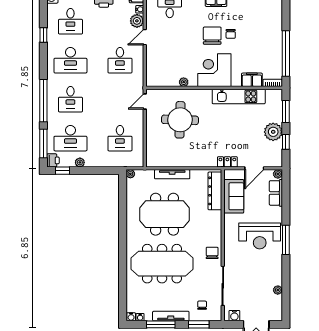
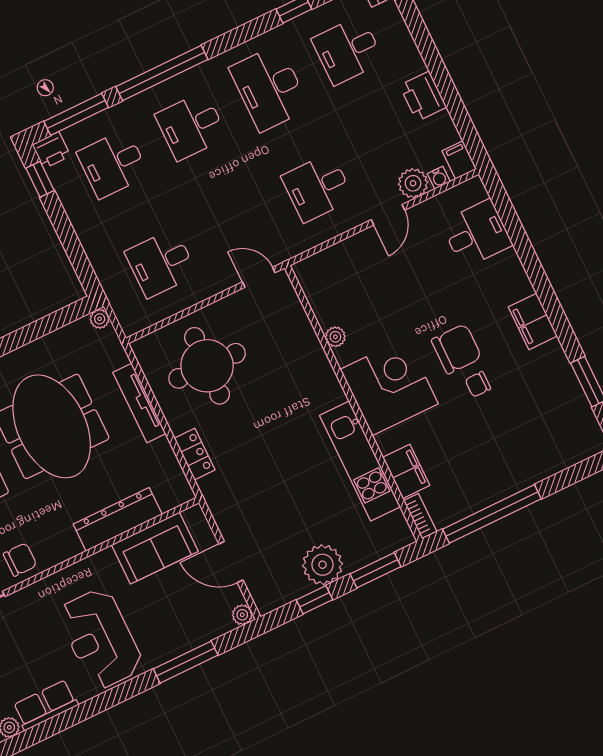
door: (145, 37) -> (388, 215), swing flipped
round table: (180, 120) -> (207, 366), moved
desk: (70, 138) -> (113, 164), width x0.73
plant: (80, 162) -> (73, 206), removed
locker: (227, 162) -> (195, 454), moved
dresser: (215, 191) -> (118, 519), moved
row of seats: (276, 193) -> (45, 705), moved
window: (286, 240) -> (186, 662), moved

